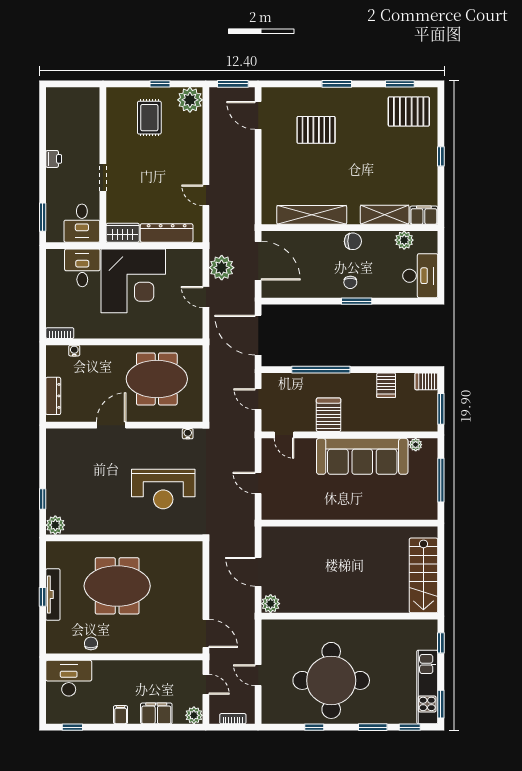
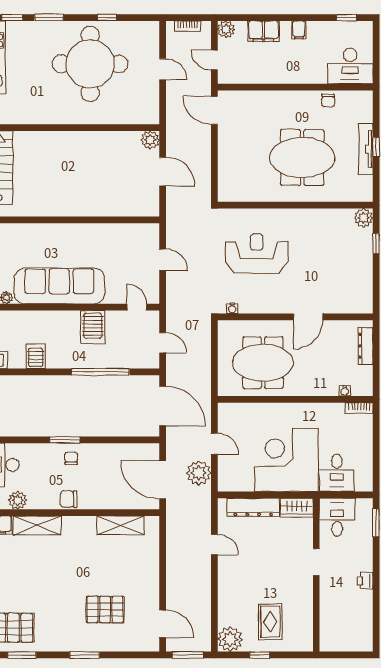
shelving: (312, 215) -> (120, 525), width x0.68

